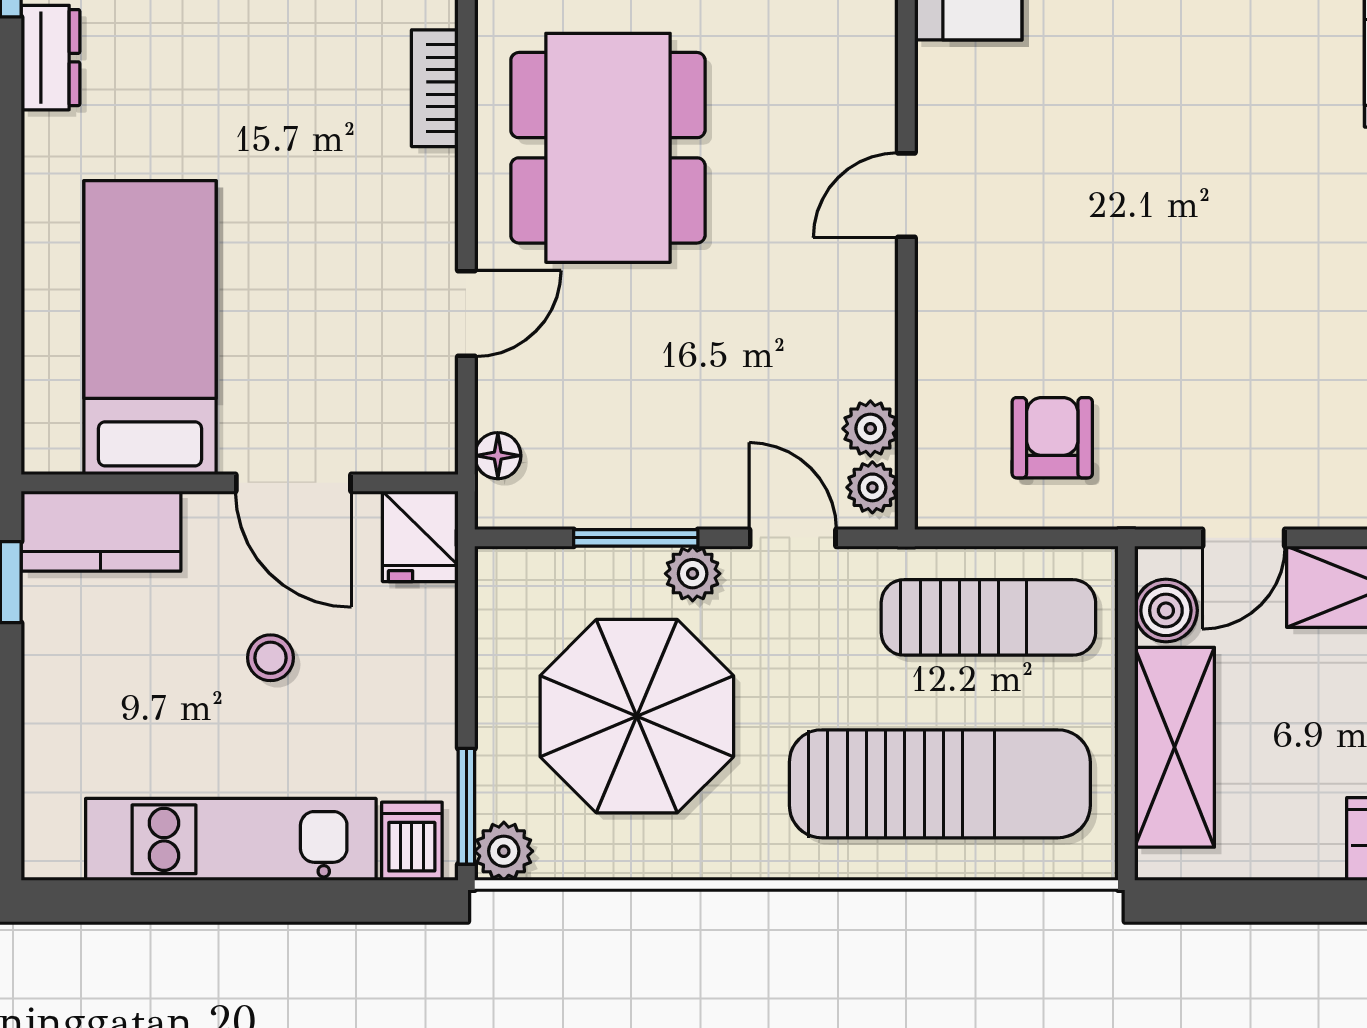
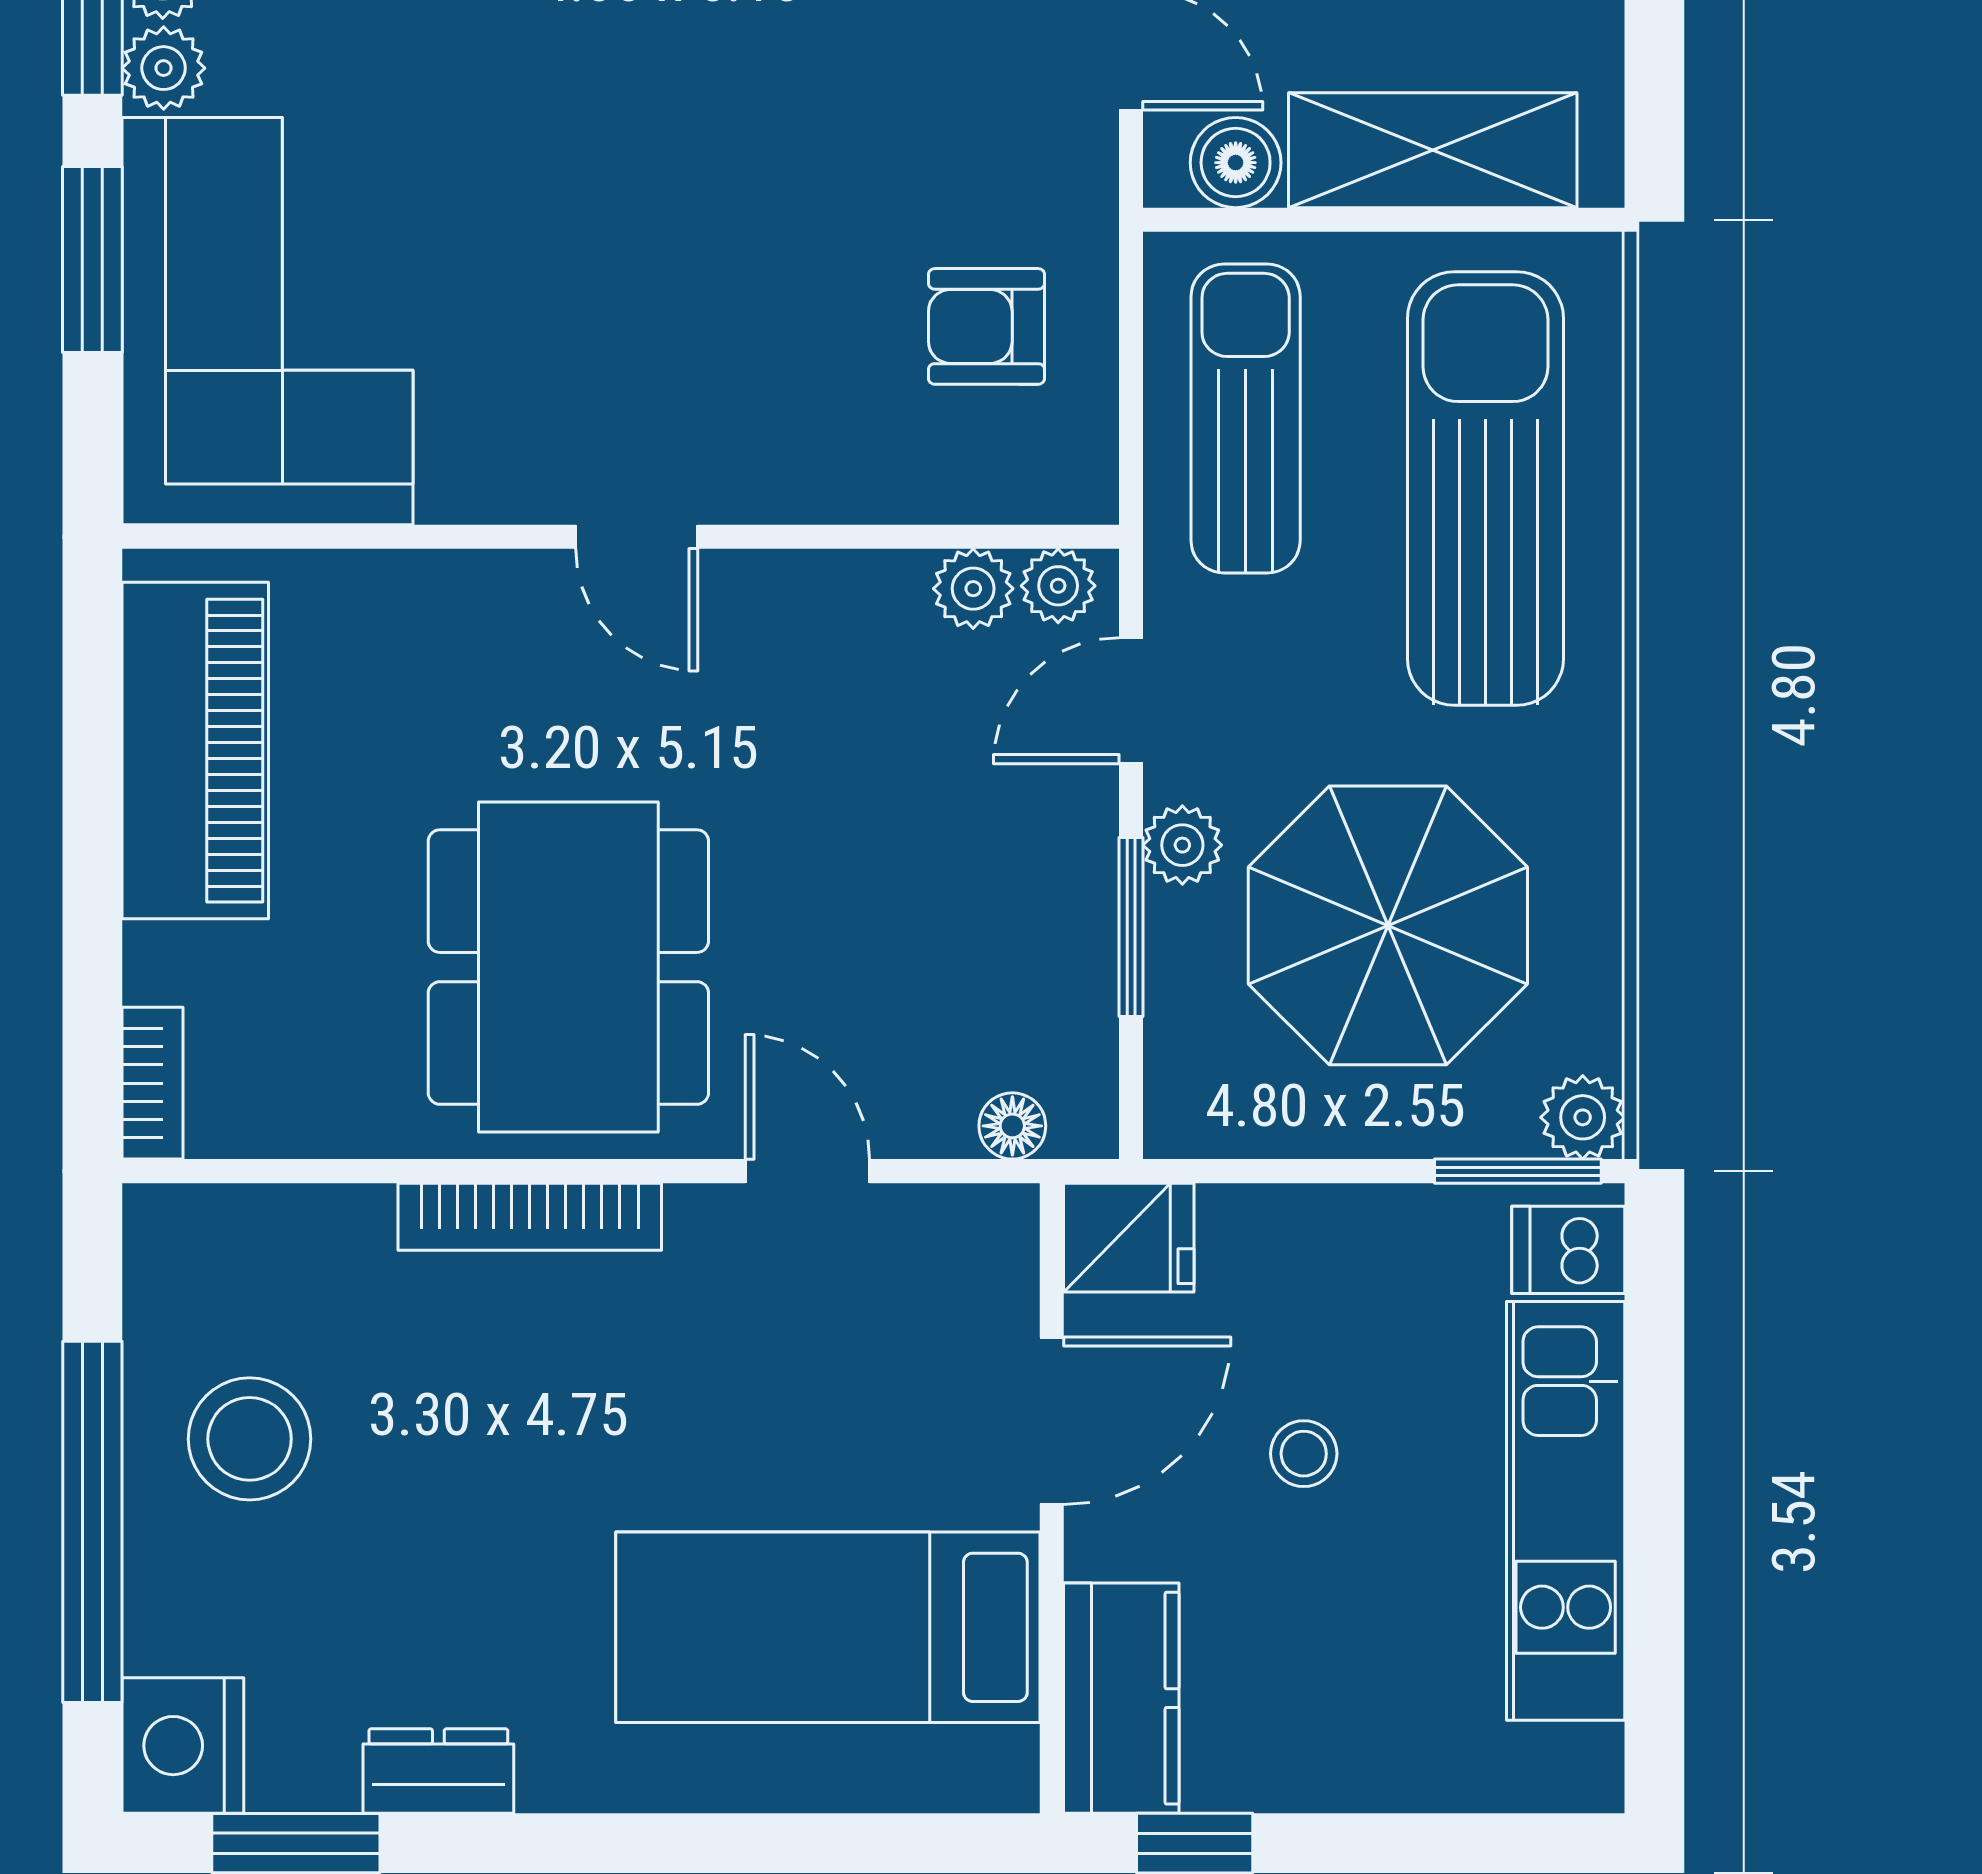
bookcase: (435, 88) -> (530, 1217), width x1.56
dining table: (608, 148) -> (568, 967), turned 90

